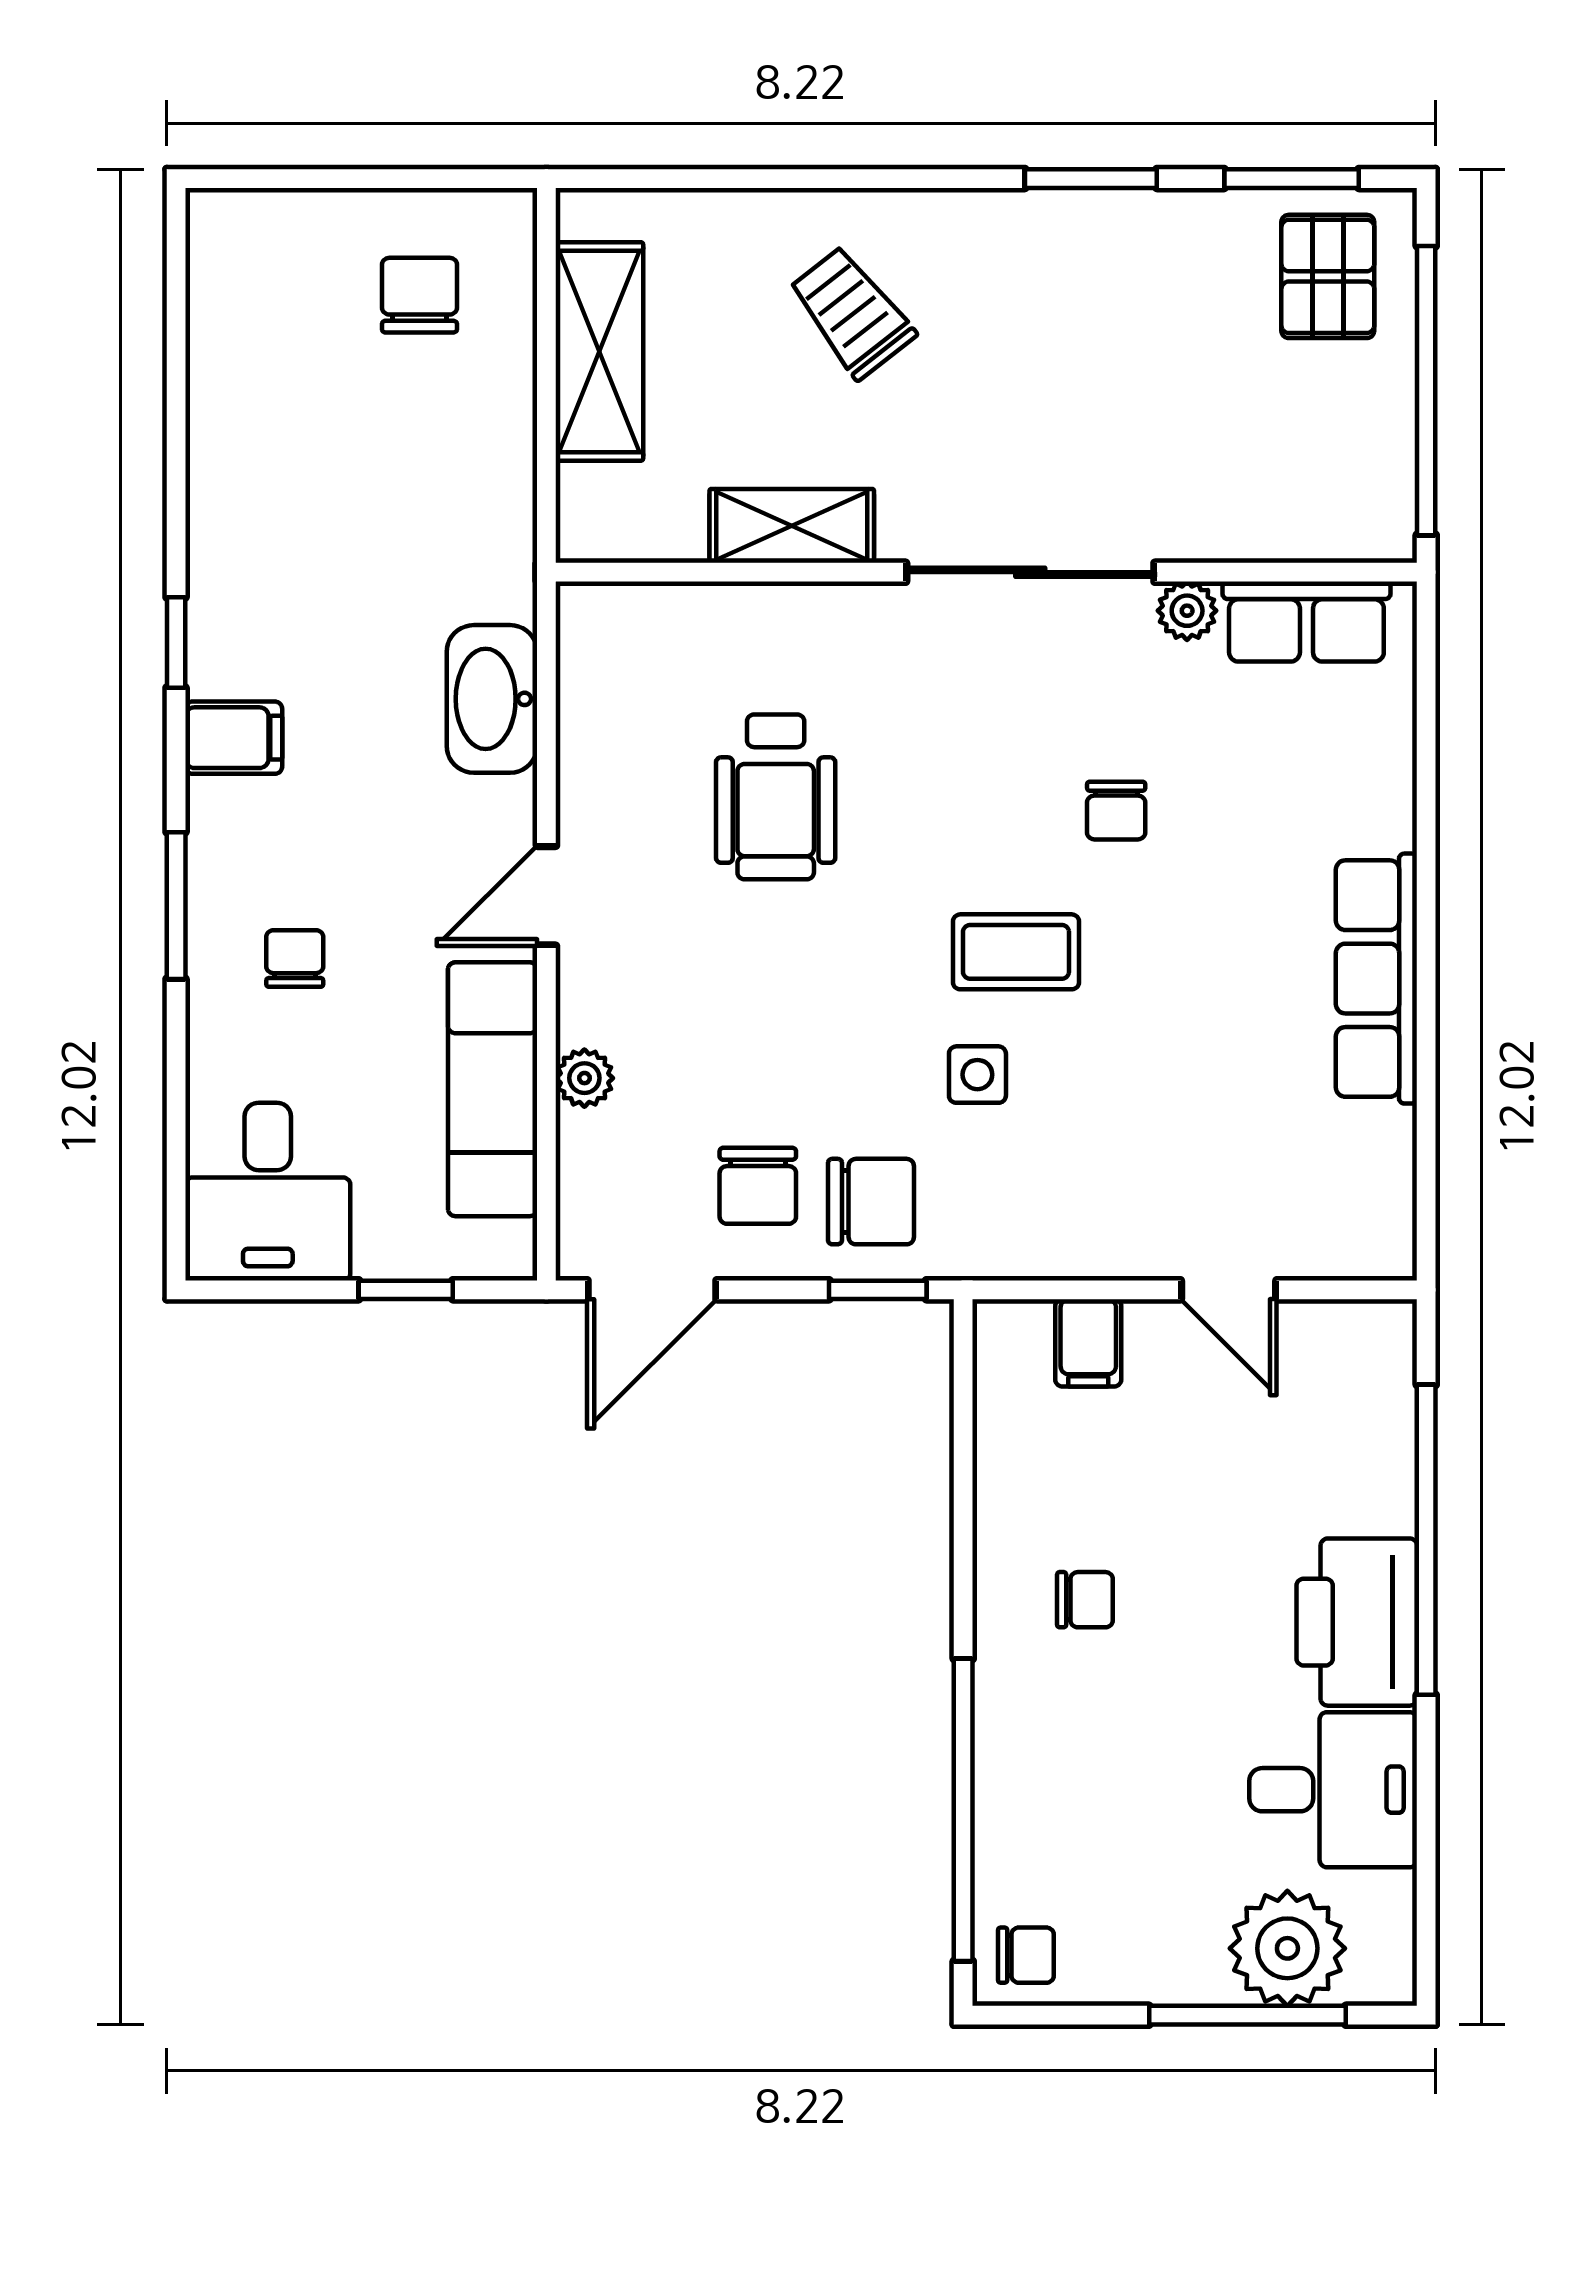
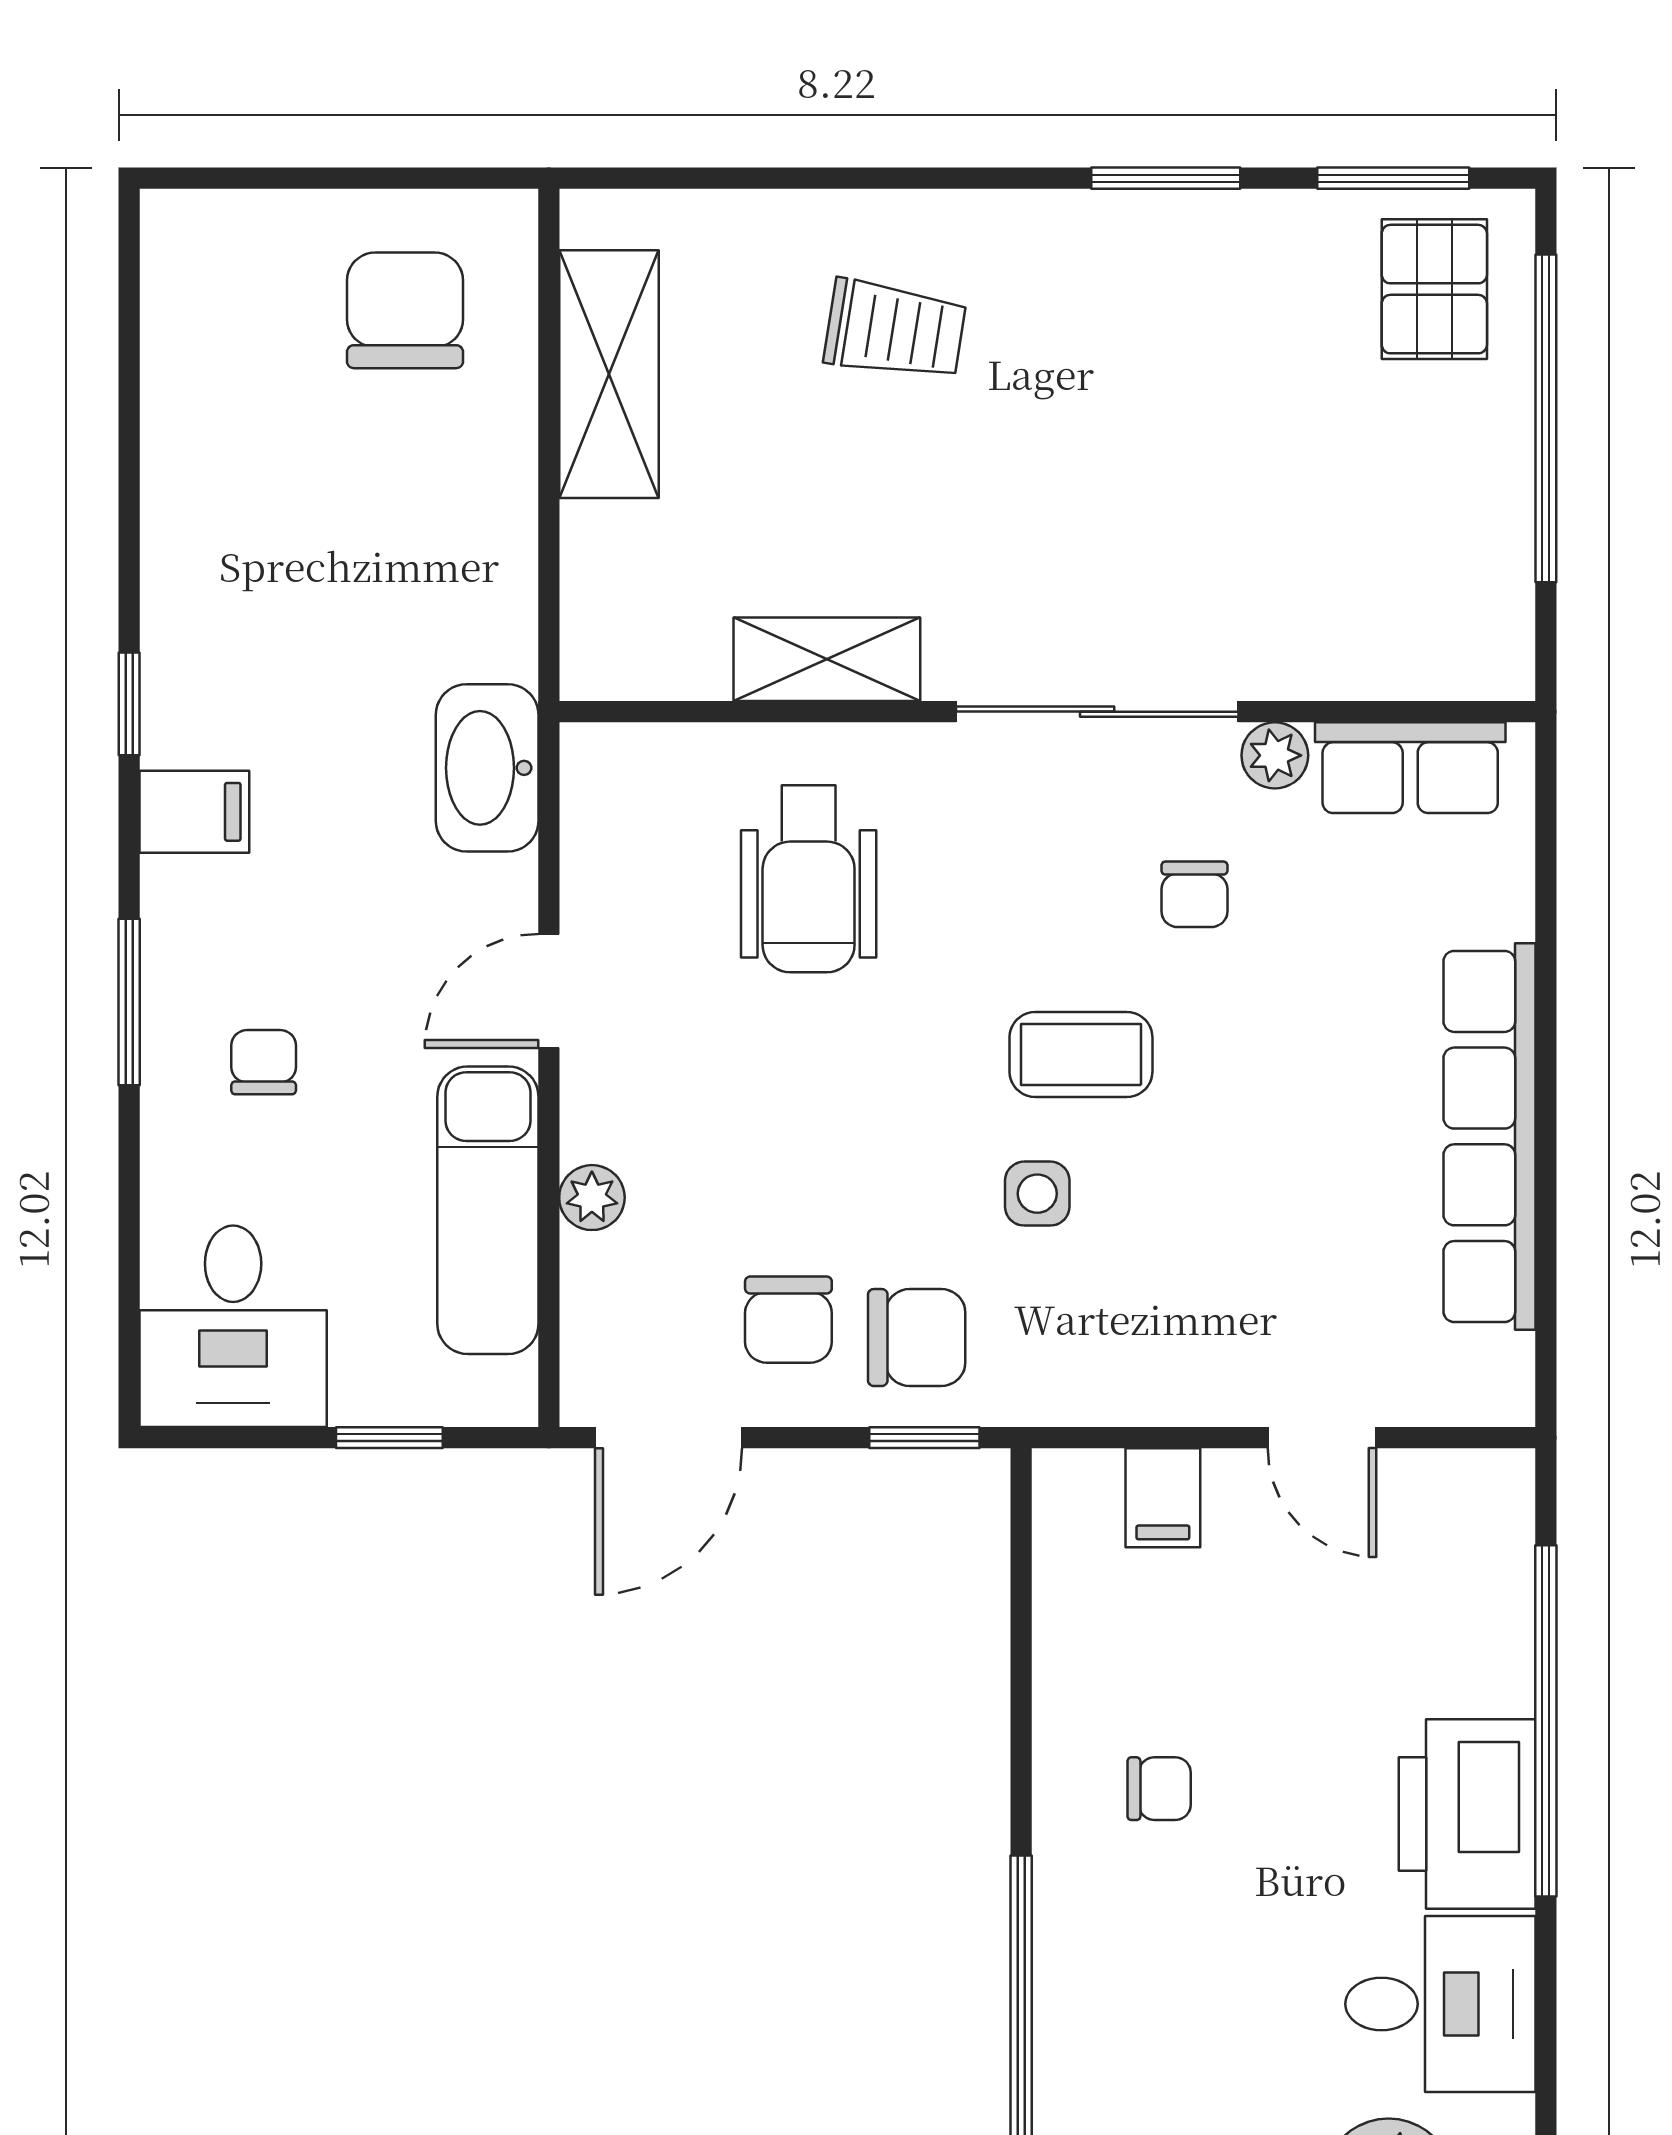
chair: (419, 295) -> (405, 310), width x1.37, depth x1.37
trolley: (852, 312) -> (895, 330), turned 137
shelving: (792, 526) -> (827, 659), moved
wall: (986, 572) -> (1047, 712), moved
sliding door: (1030, 572) -> (1097, 712), moved
plant: (1187, 611) -> (1275, 755), moved
row of seats: (1306, 622) -> (1410, 768), moved
row of seats: (1376, 979) -> (1489, 1136), width x1.36

